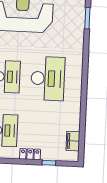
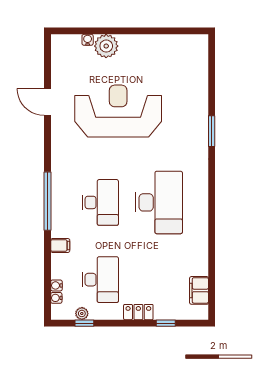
window: (87, 18) -> (212, 131), moved

